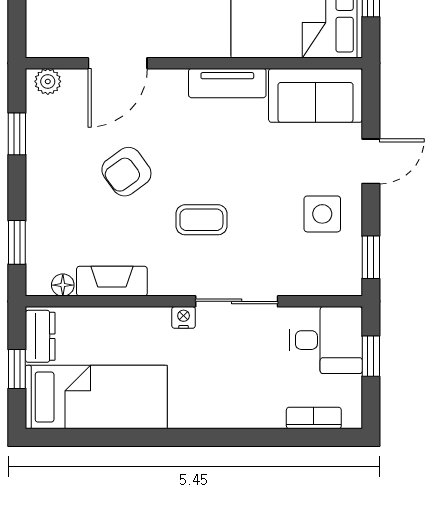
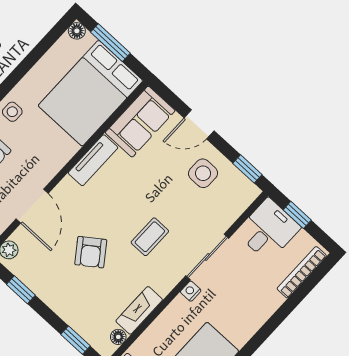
door: (371, 161) -> (199, 124), swing flipped
bookcase: (314, 418) -> (302, 272), width x1.56

